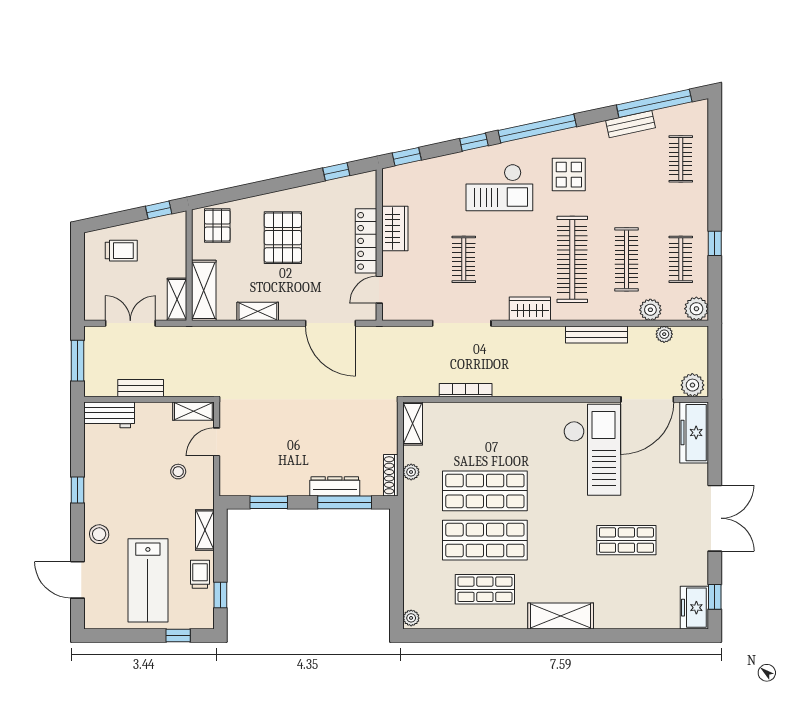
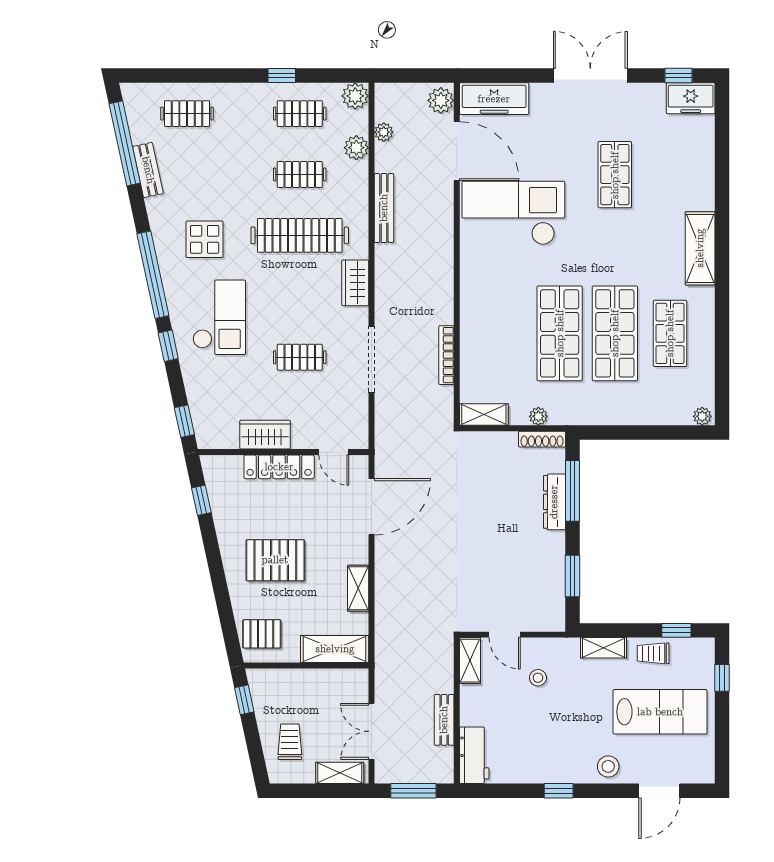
clothes rail: (626, 259) -> (300, 175), width x0.73
shelving: (177, 299) -> (340, 773), moved

